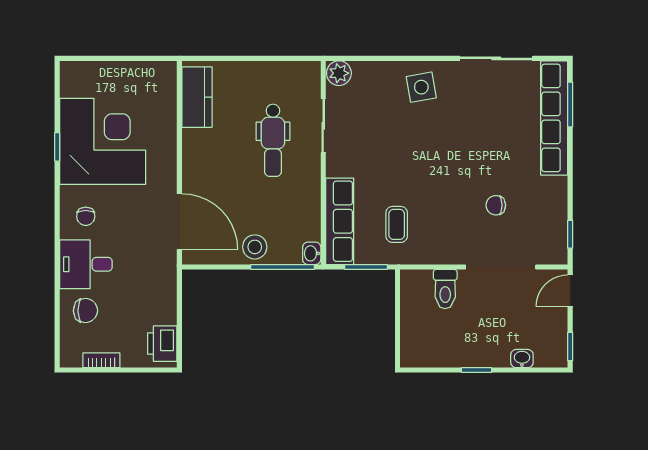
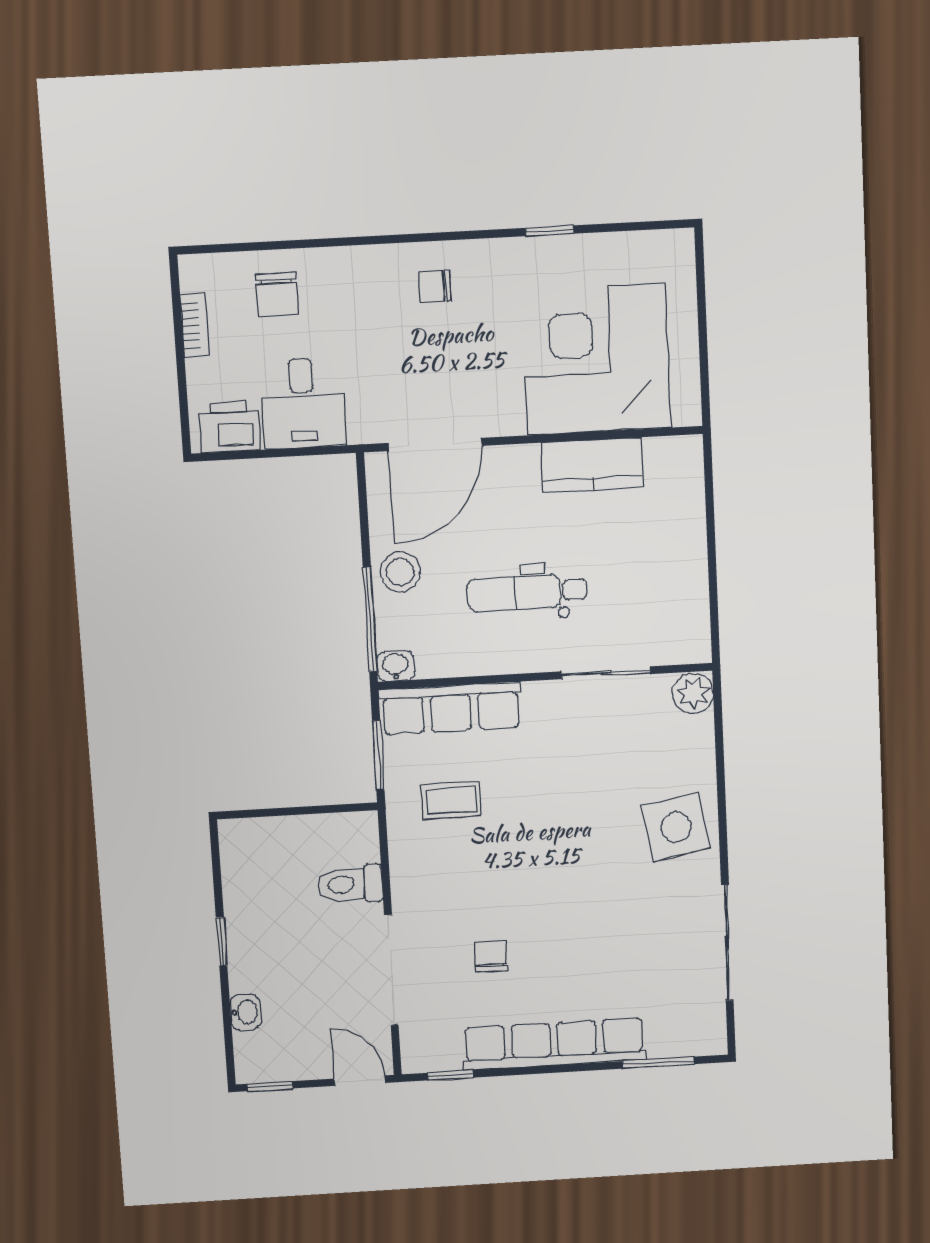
side table: (421, 87) -> (676, 827), width x1.37, depth x1.37
kitchen counter: (197, 97) -> (593, 465), moved
row of seats: (554, 118) -> (554, 1044), moved
dental chair: (273, 140) -> (527, 592), moved
corner desk: (103, 141) -> (596, 359), moved, turned 180
desk: (86, 264) -> (302, 403), moved, turned 180

